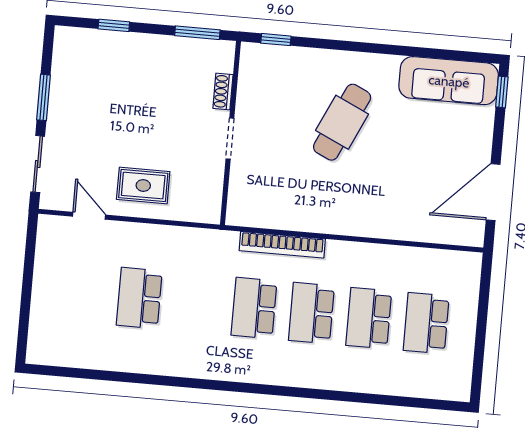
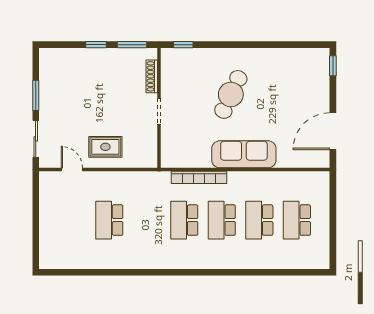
window: (114, 25) -> (96, 45), moved
sofa: (449, 81) -> (244, 154), moved, turned 180
shoe rack: (223, 91) -> (152, 76), width x1.43

